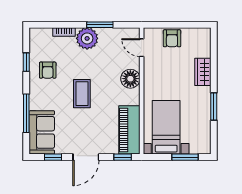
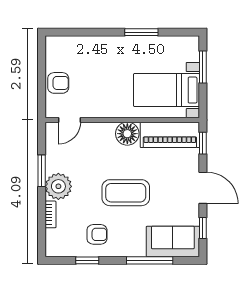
wardrobe: (203, 72) -> (99, 45), removed
floor lamp: (130, 79) -> (127, 134), moved
coffee table: (82, 94) -> (126, 193), width x1.36, depth x1.32

